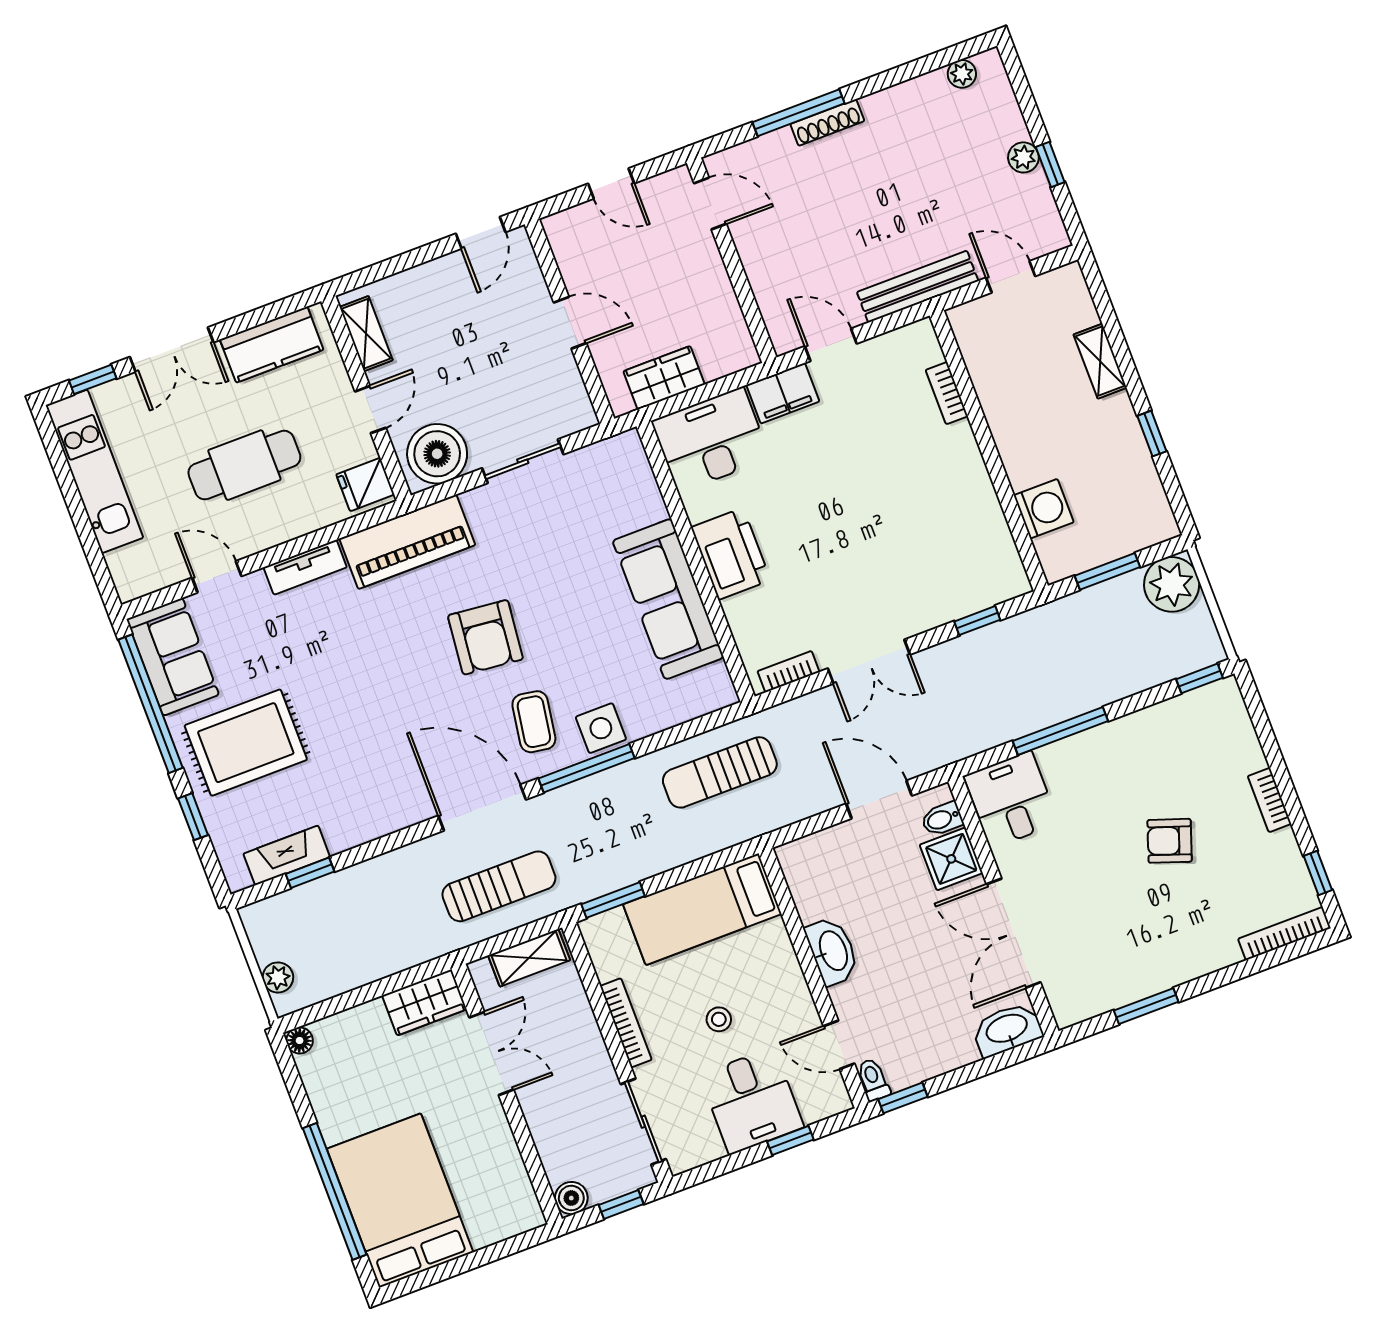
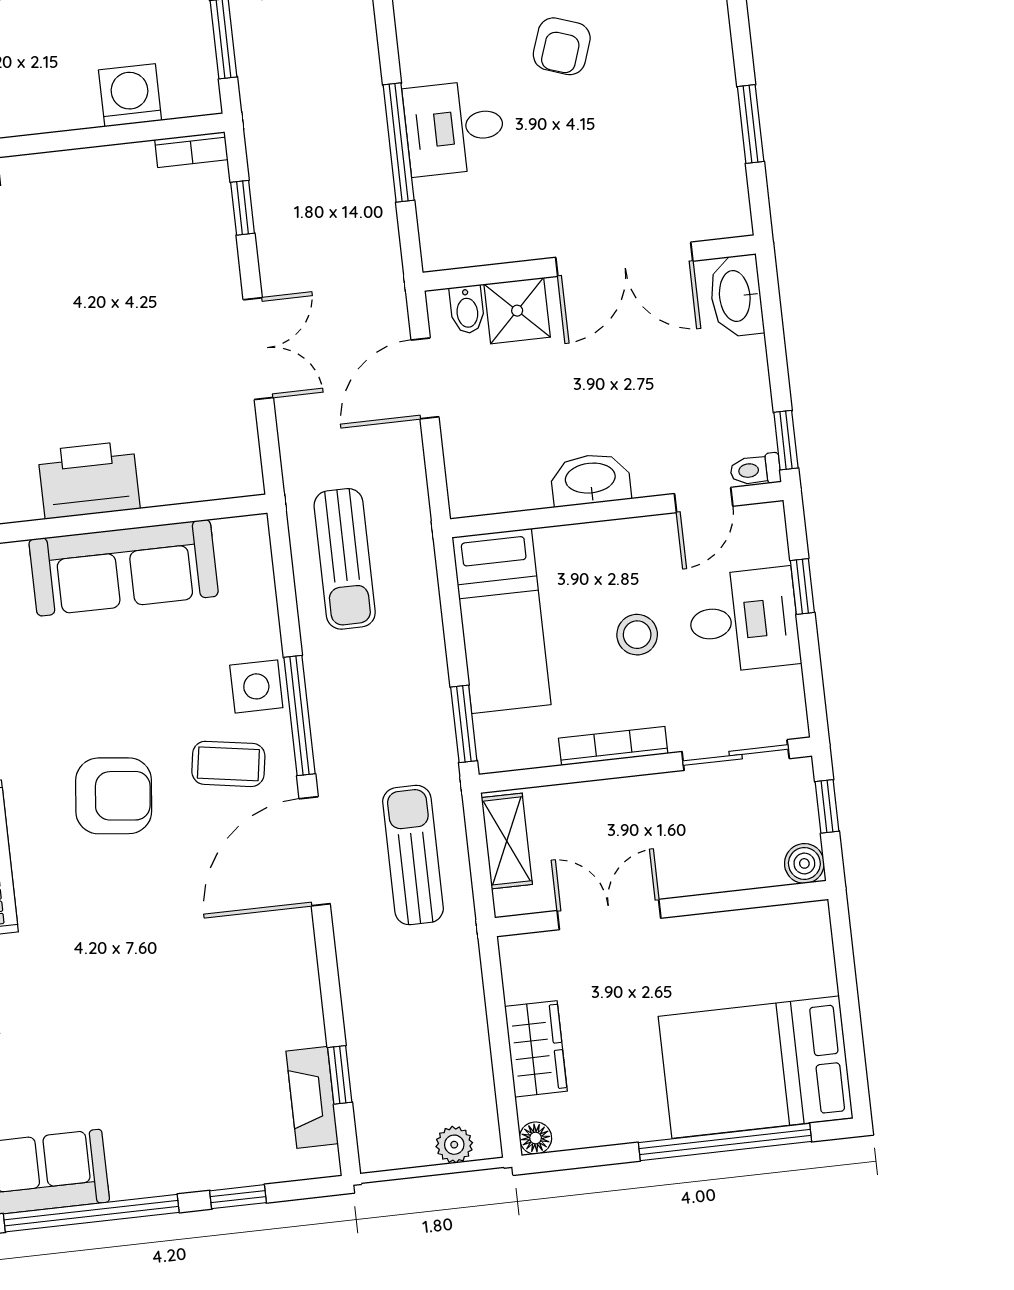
bookcase: (788, 672) -> (191, 150), moved, turned -90
rug: (246, 743) -> (166, 1112), removed
desk: (1011, 800) -> (454, 128), moved
wardrobe: (424, 1002) -> (536, 1049), moved
stool: (719, 1019) -> (637, 635), width x1.37, depth x1.37

